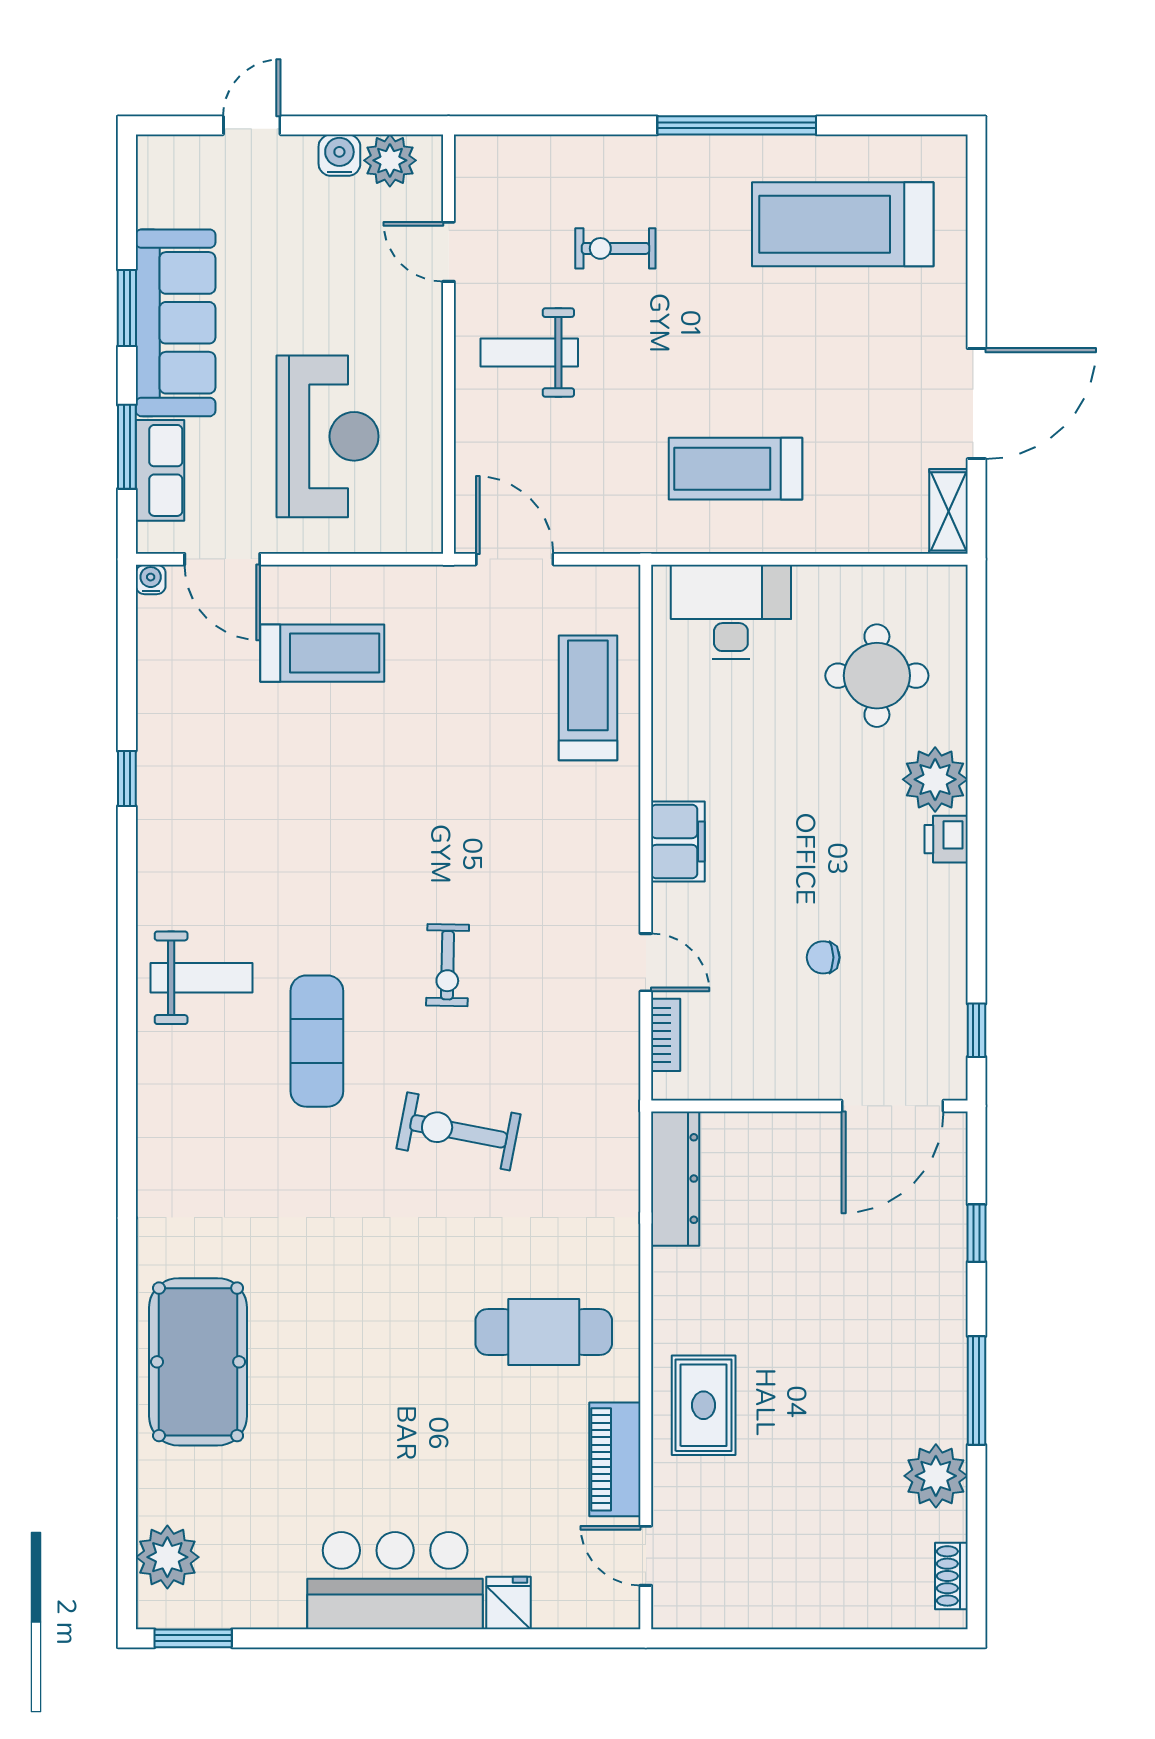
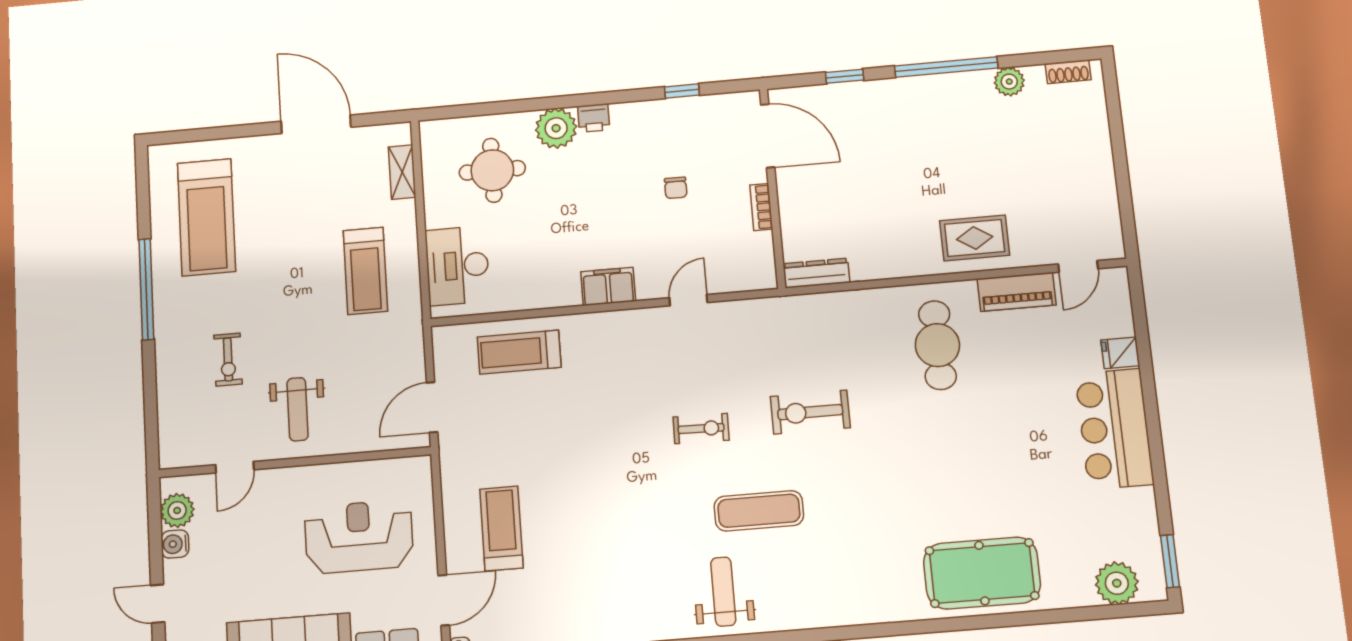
shelving: (948, 511) -> (402, 172), moved, turned 90
window: (976, 1030) -> (682, 91), moved
bookcase: (666, 1035) -> (761, 207), moved, turned -90
exercise bike: (459, 1131) -> (810, 412), turned 79
dresser: (675, 1179) -> (816, 273), width x0.73, depth x0.80
window: (976, 1390) -> (946, 67), width x1.46
plant: (936, 1476) -> (1009, 82), width x0.73, depth x0.73

